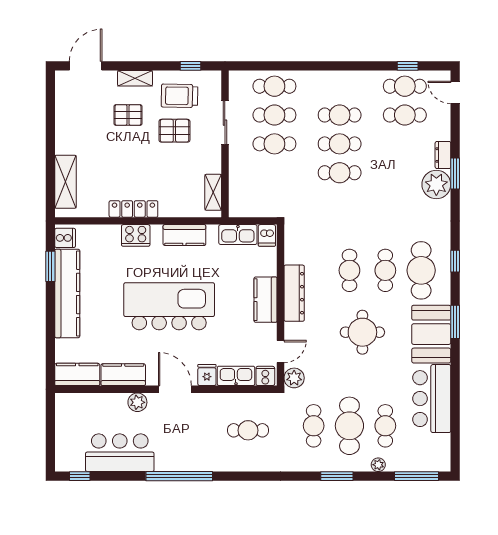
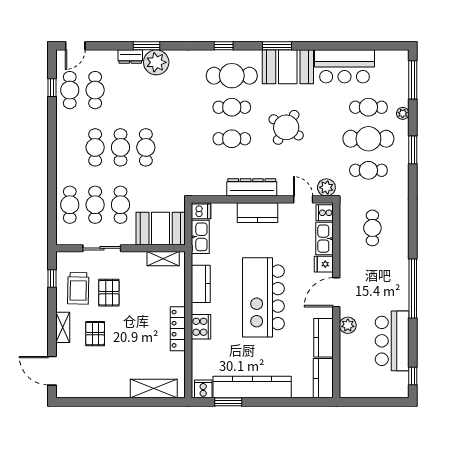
booth: (247, 189) -> (161, 229), added
round table: (362, 332) -> (286, 127), turned 33

